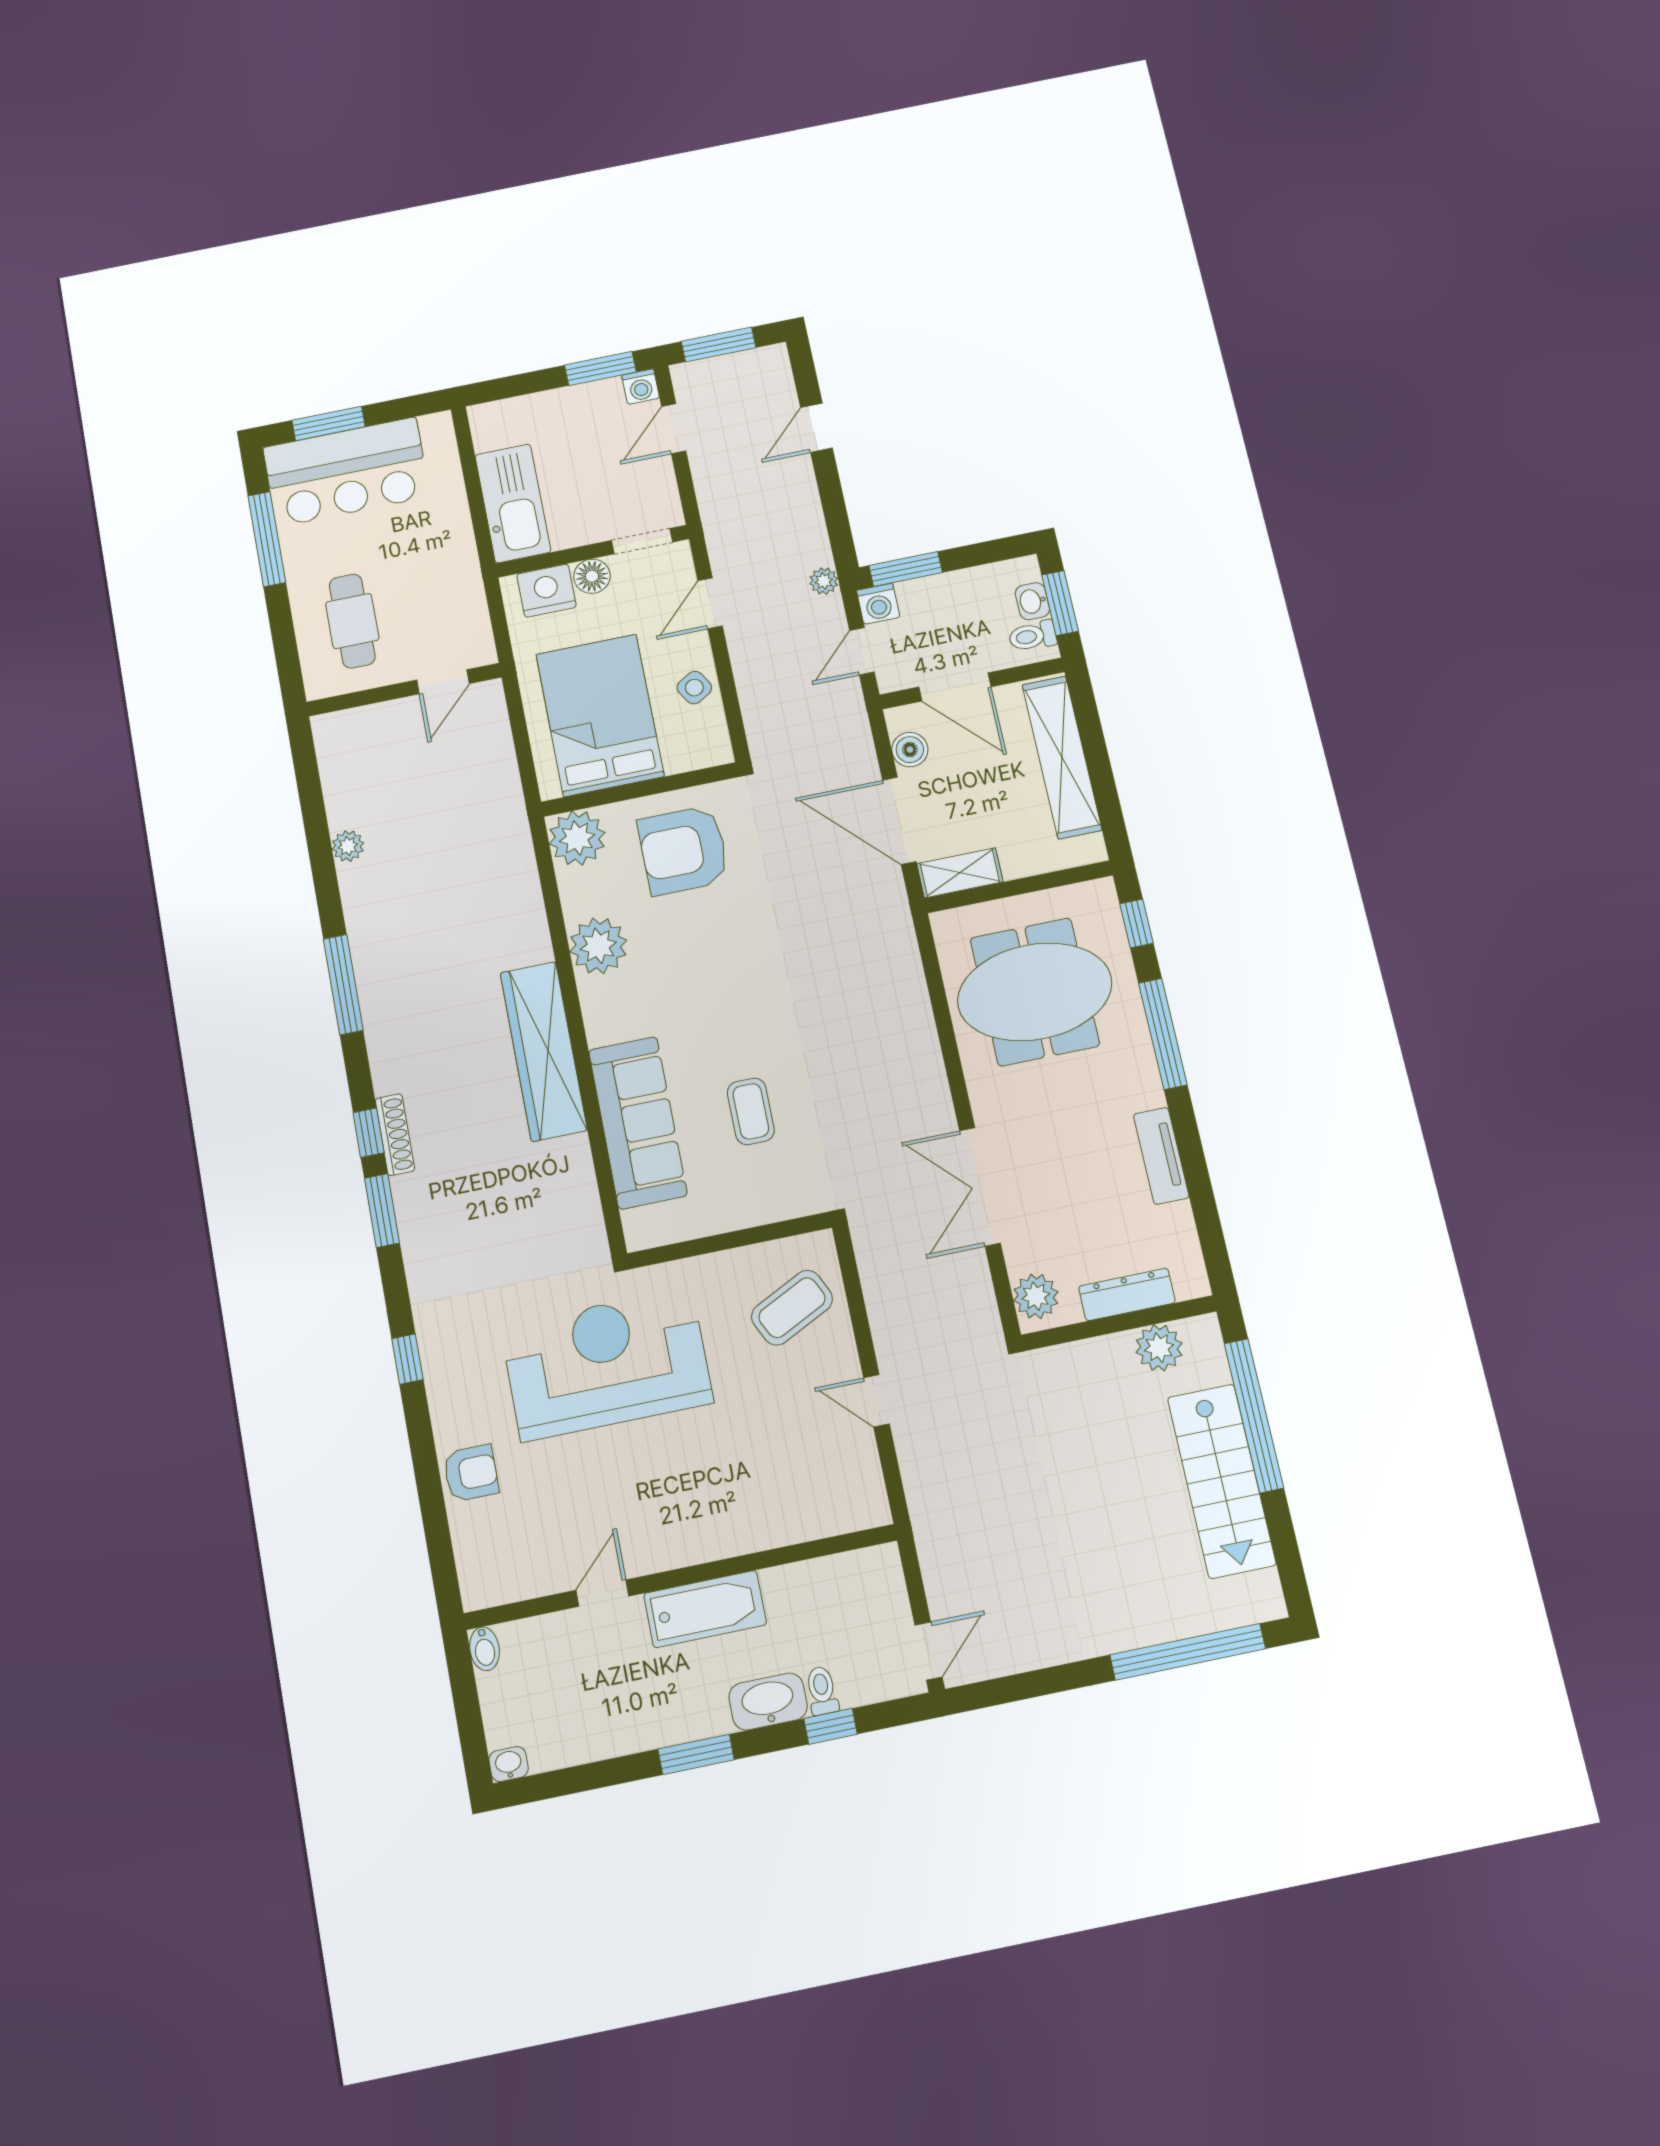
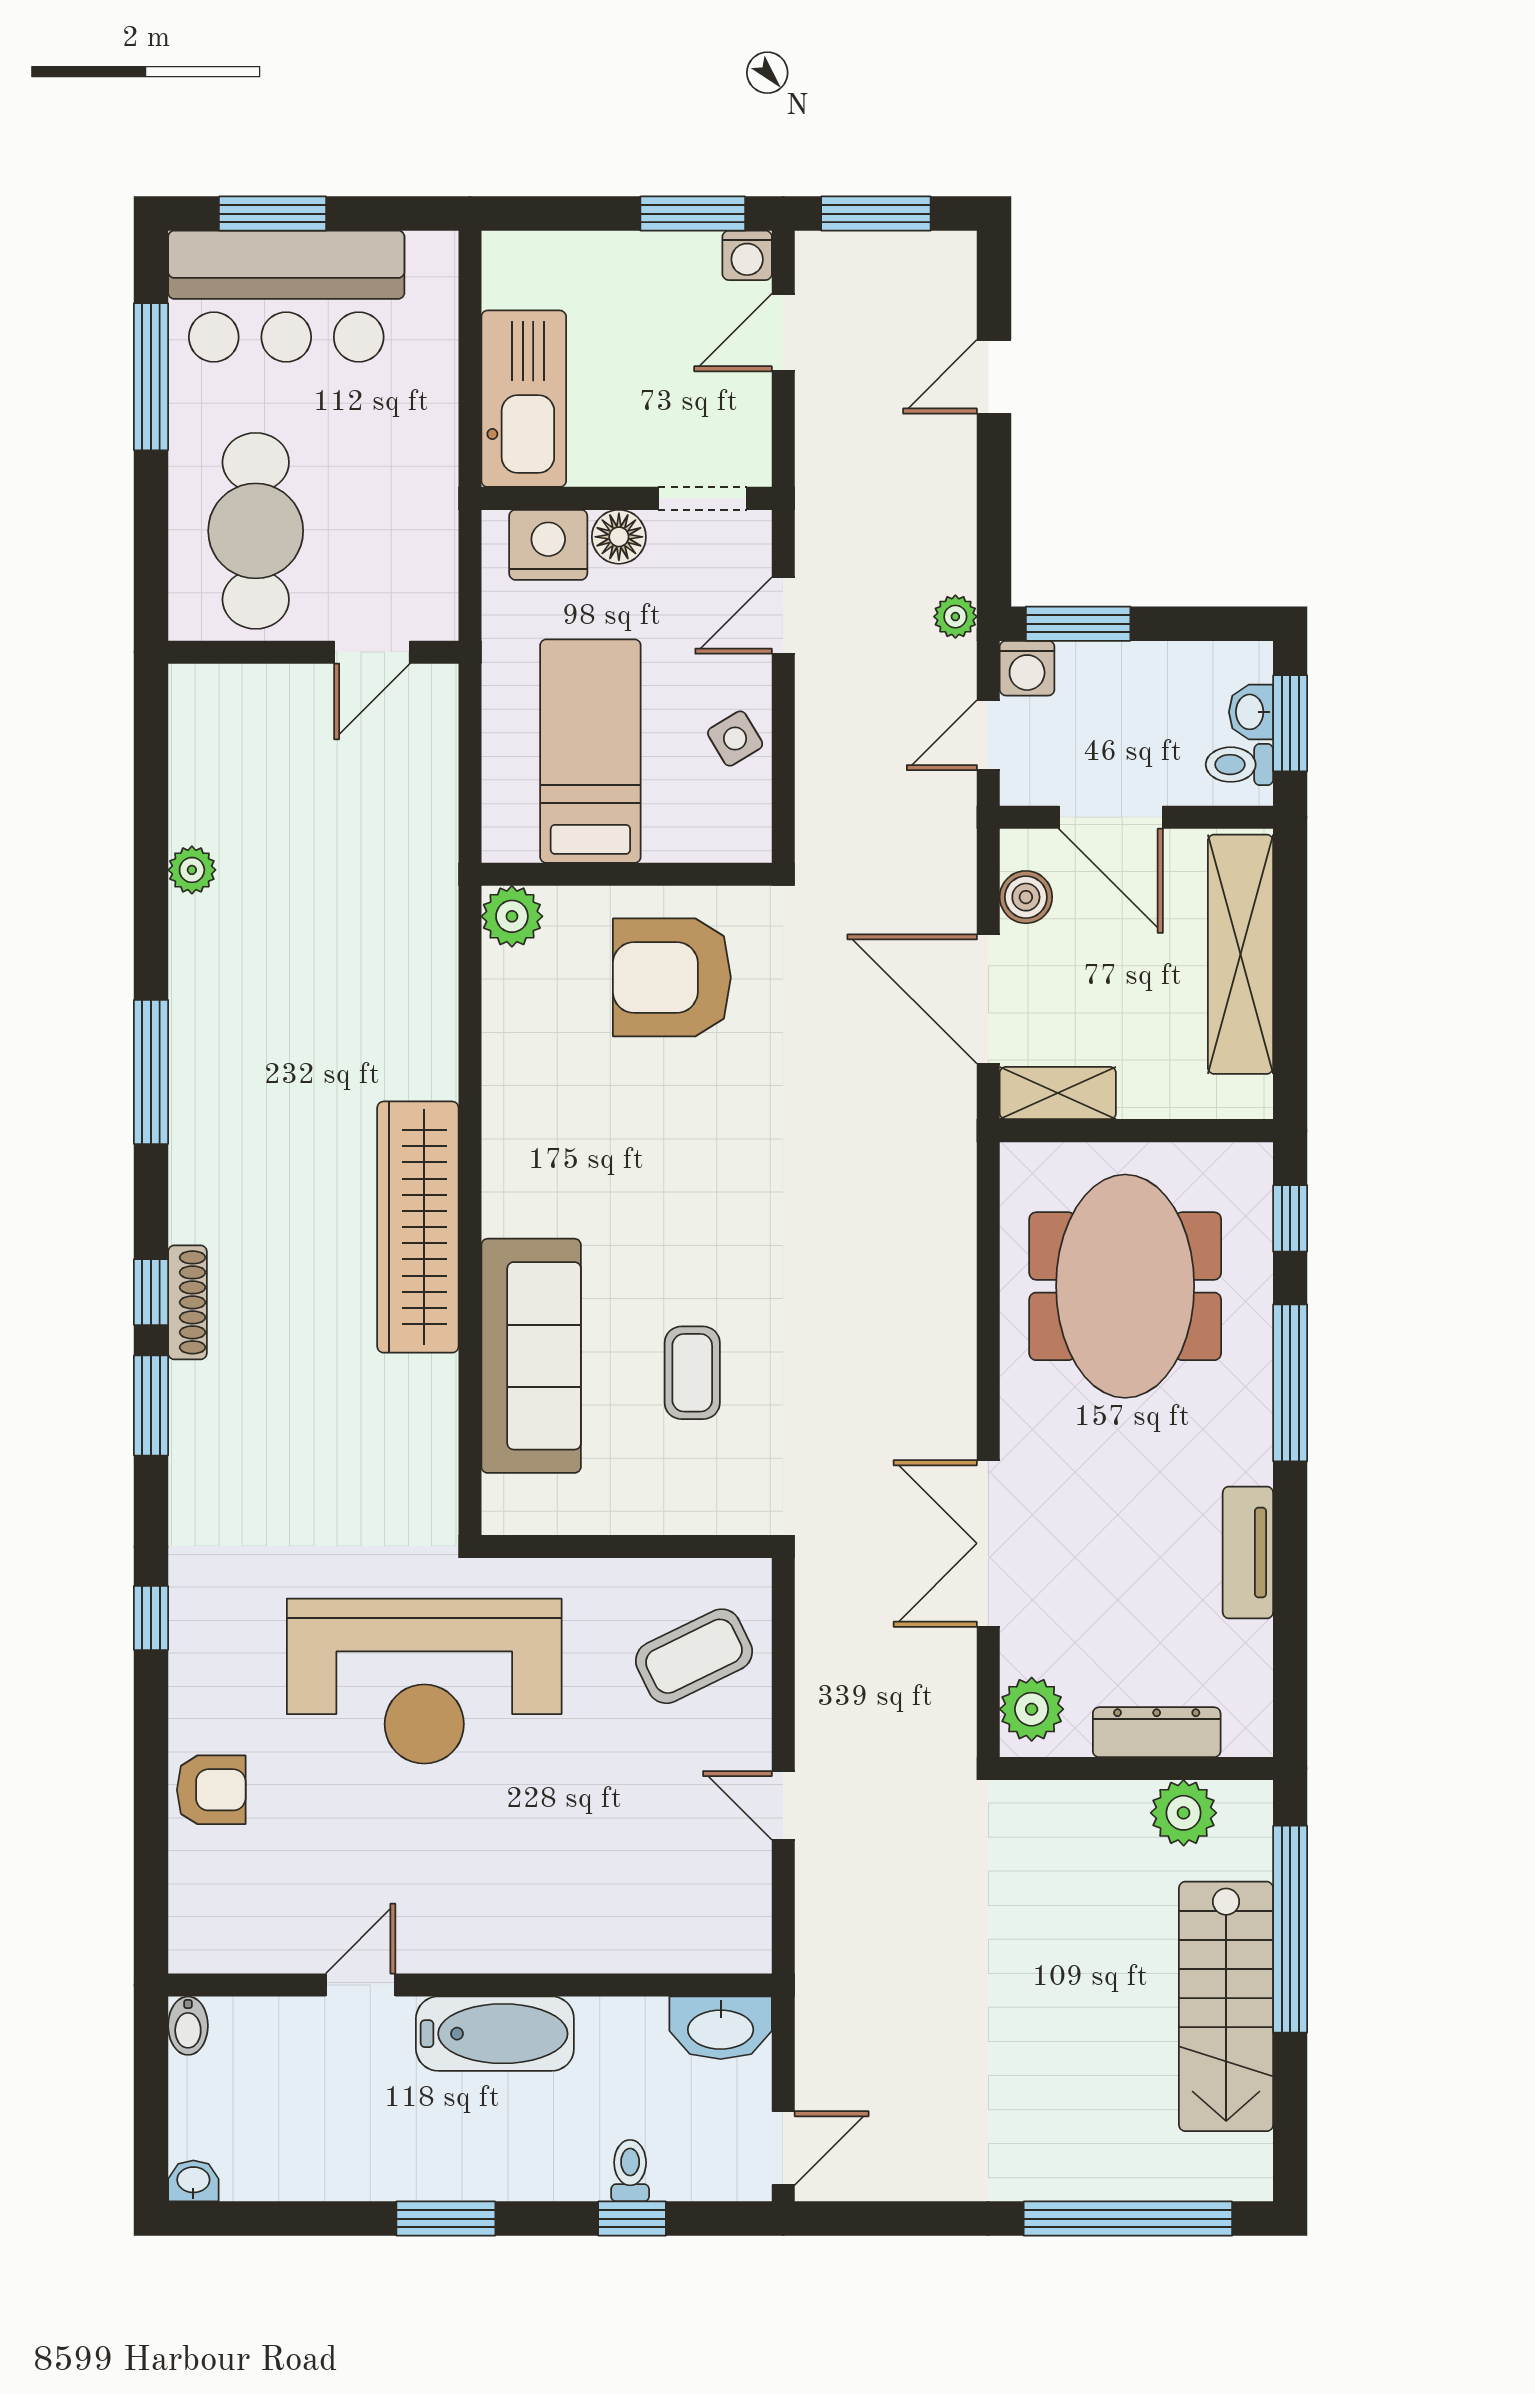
cafe table: (352, 621) -> (256, 531), width x1.37, depth x1.35
bed: (600, 715) -> (590, 751), width x0.67
plant: (577, 838) -> (512, 916), width x0.73, depth x0.73
plant: (598, 946) -> (524, 1092), removed
meeting table: (1035, 992) -> (1125, 1286), turned 90
reception desk: (607, 1364) -> (424, 1681), turned 180
washbasin: (768, 1702) -> (721, 2028), moved, turned 180

